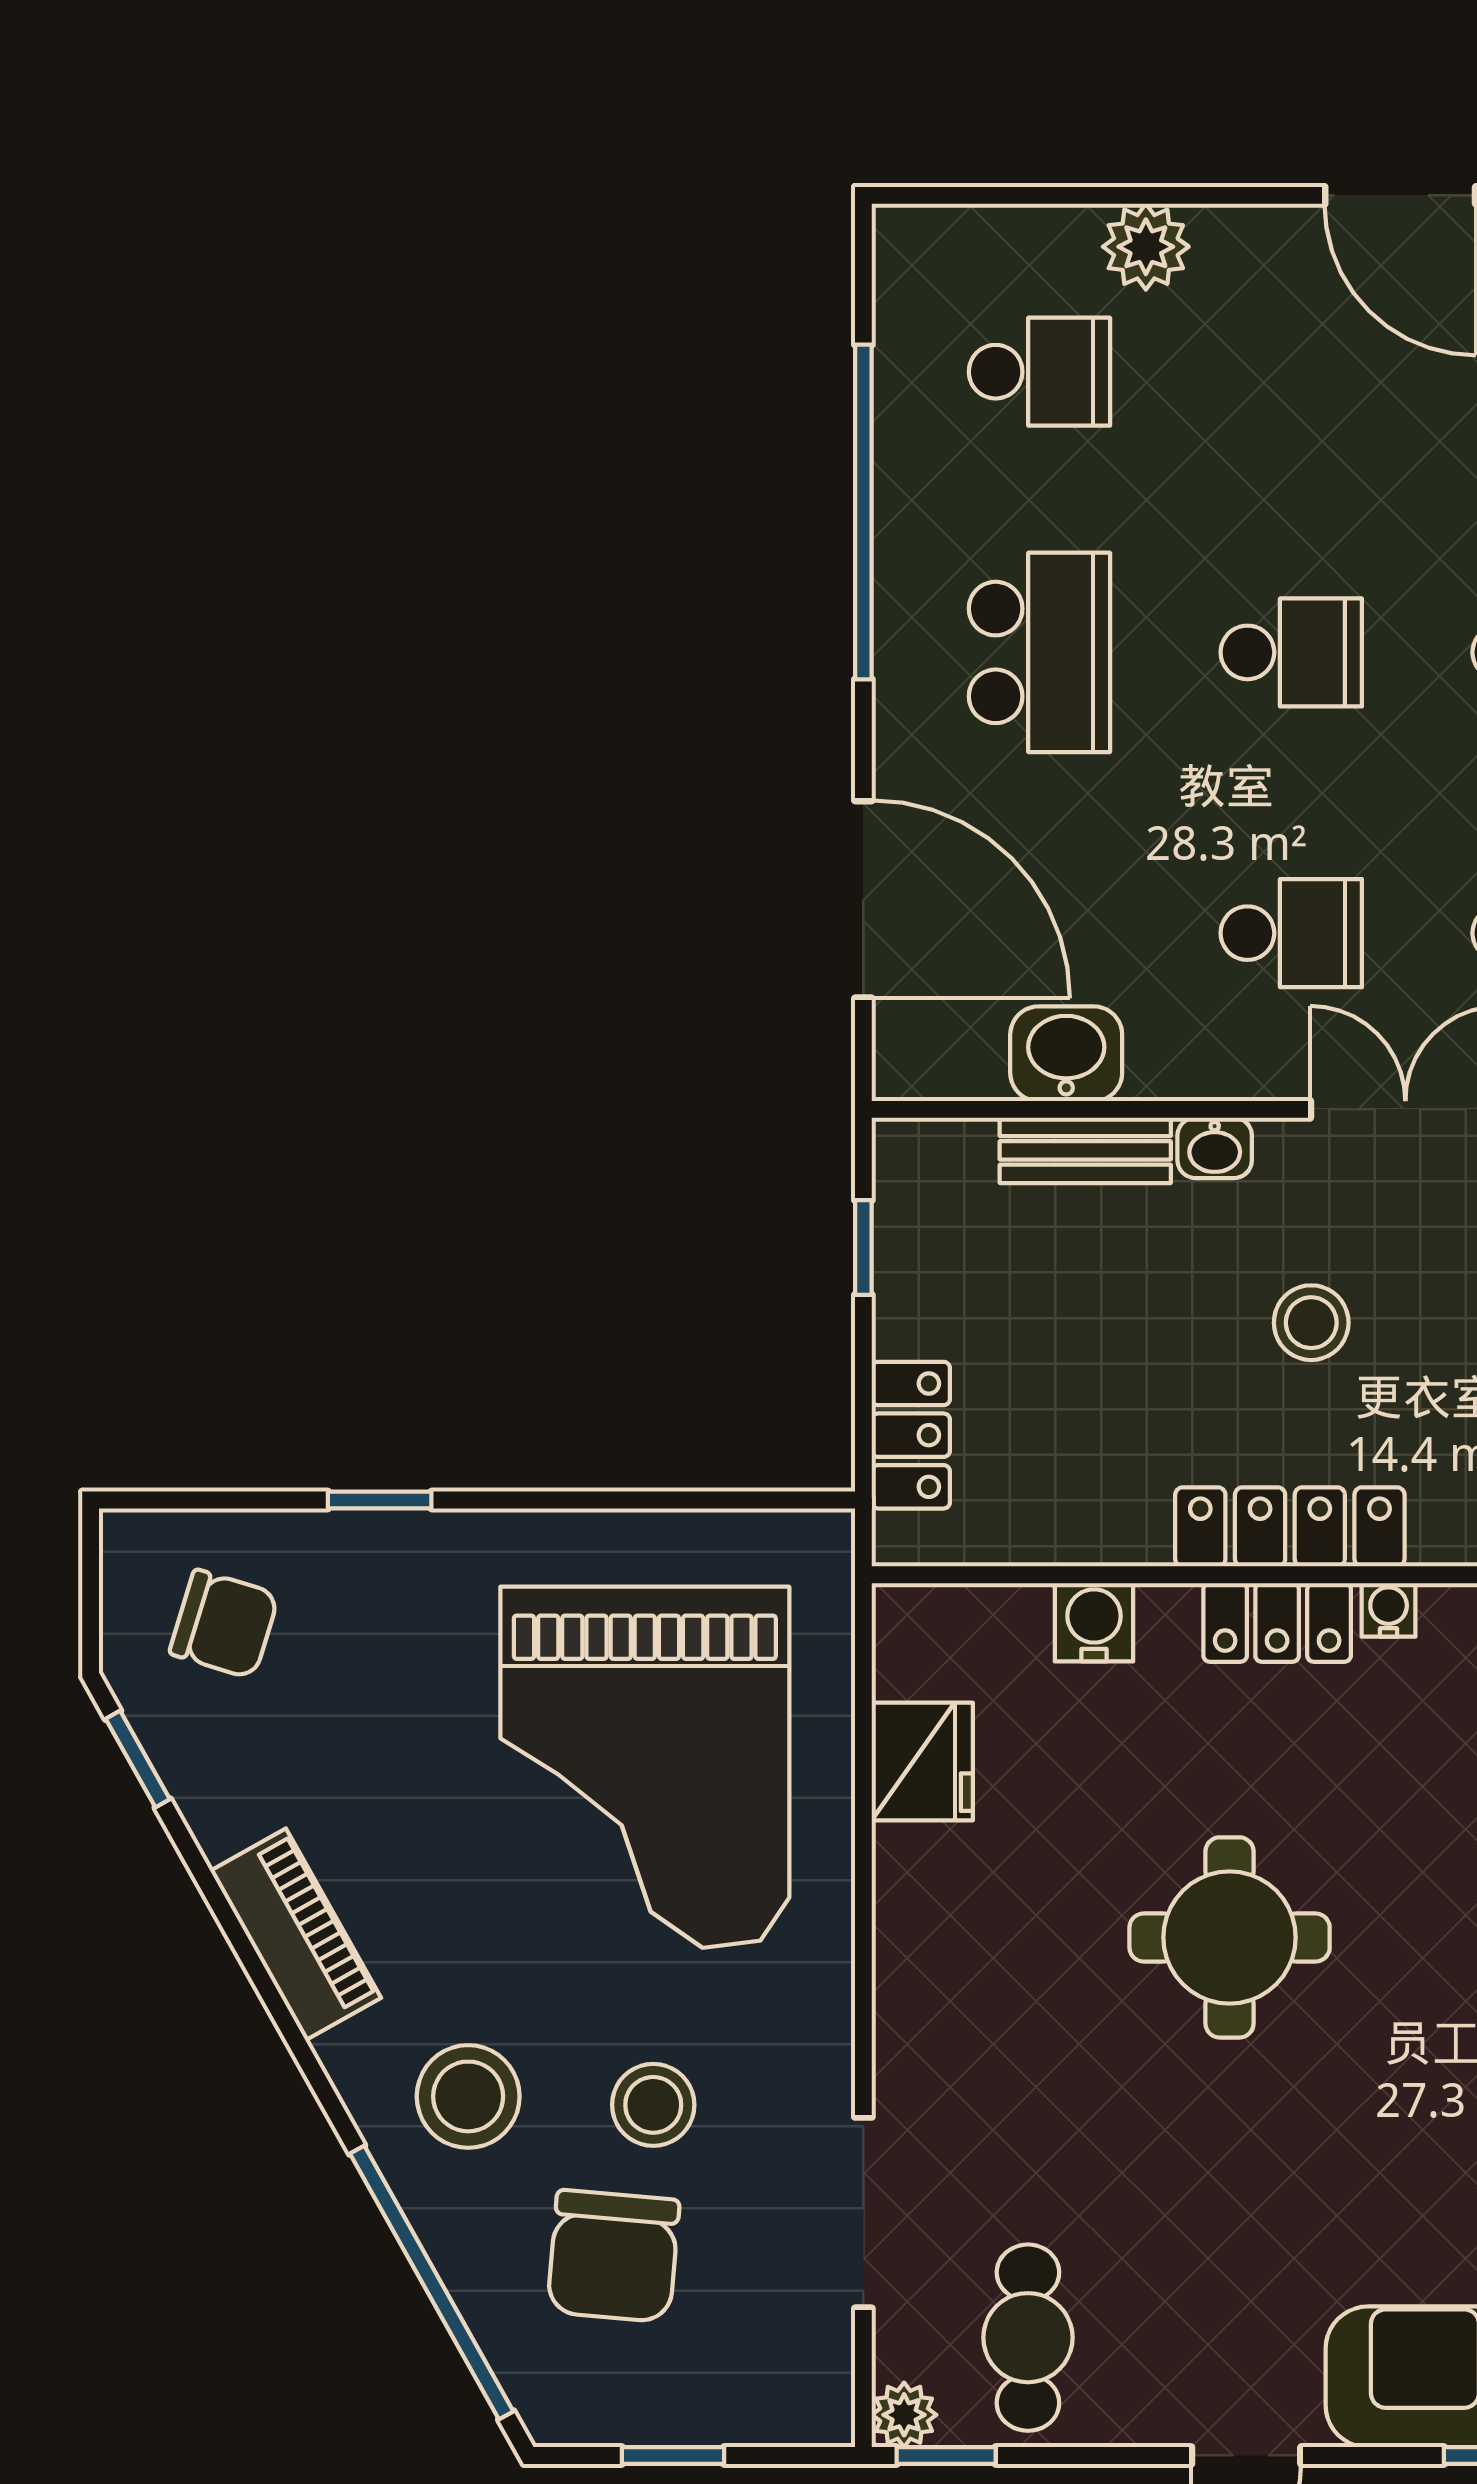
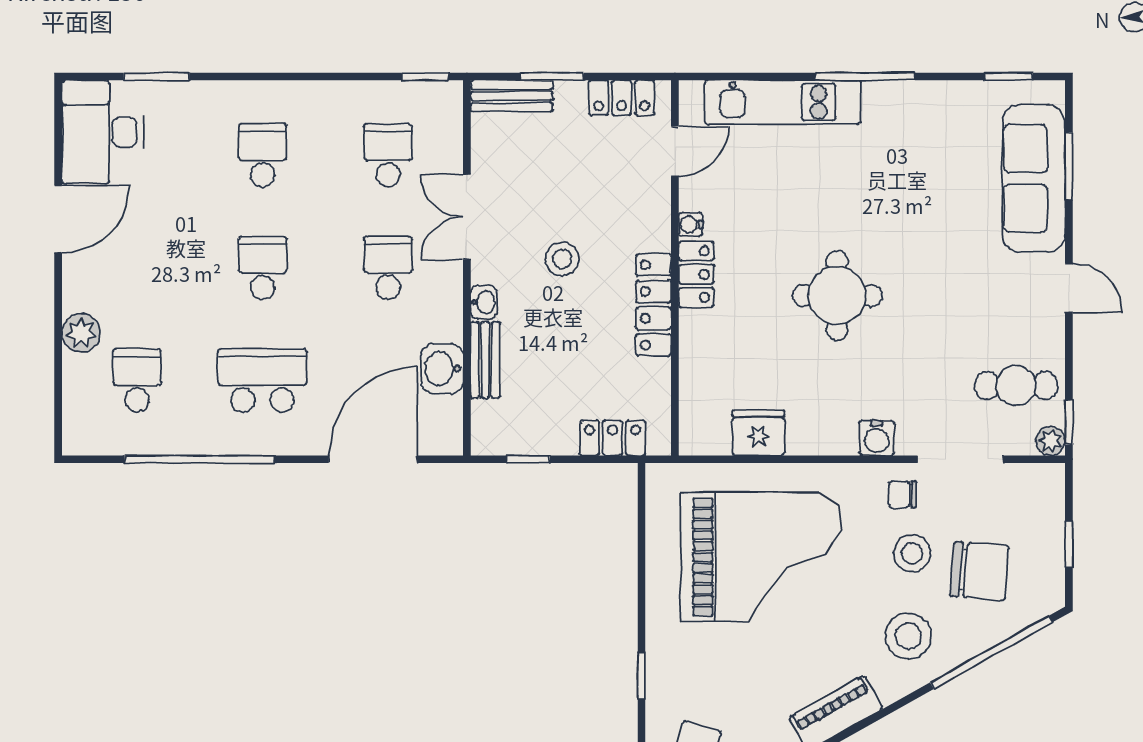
locker: (1290, 1527) -> (654, 305), moved
water cooler: (1094, 1622) -> (877, 438), moved, turned -90
chair: (784, 2083) -> (902, 495), added

